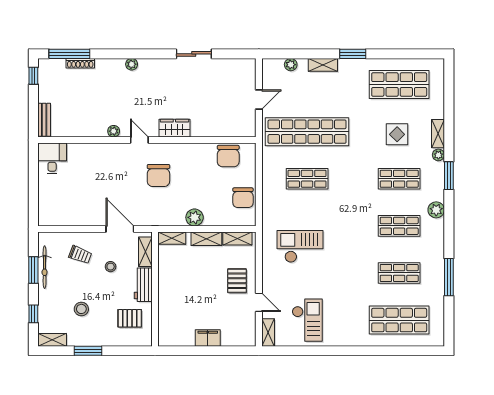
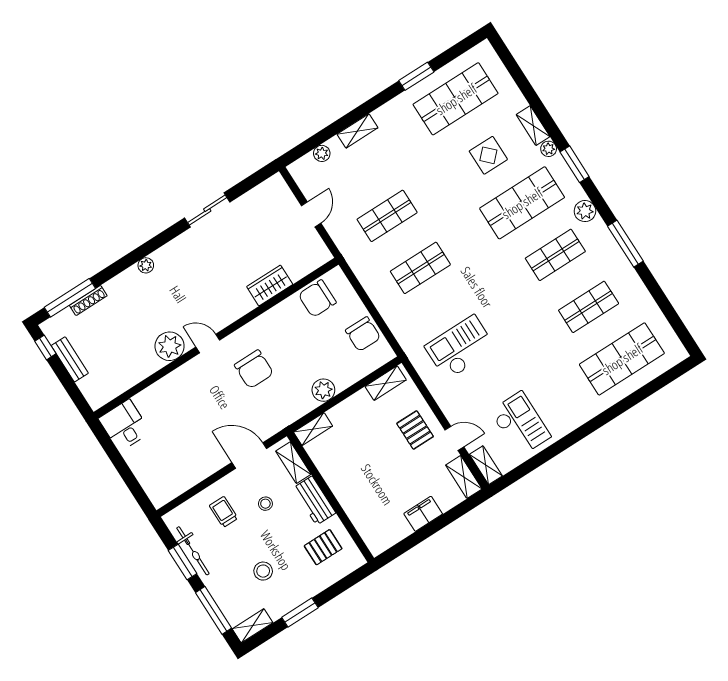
window: (353, 54) -> (416, 76), moved
bench: (44, 120) -> (70, 359), moved
wardrobe: (174, 128) -> (270, 285), moved
plant: (114, 131) -> (170, 346), width x1.88, depth x1.88
shop shelf: (307, 132) -> (387, 216), width x0.50, depth x0.74
chair: (228, 156) -> (317, 298), turned 90
shop shelf: (399, 179) -> (522, 203), width x1.43, depth x1.36
shelving: (206, 239) -> (464, 477), moved, turned 90
trolley: (80, 255) -> (224, 512), turned -111
window: (449, 277) -> (625, 244), moved
window: (33, 314) -> (214, 610), width x2.17

